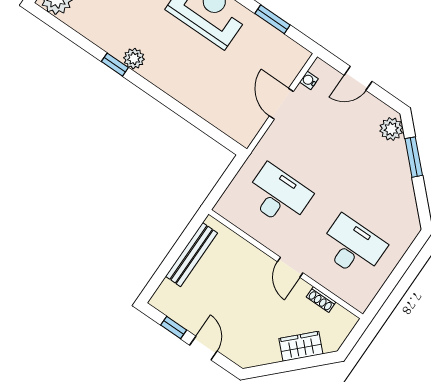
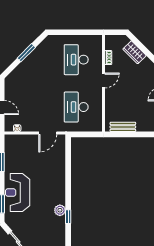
door: (281, 104) -> (48, 133), moved
plant: (391, 129) -> (14, 78), removed
window: (414, 157) -> (26, 53), moved
bench: (192, 255) -> (123, 127), width x0.73

